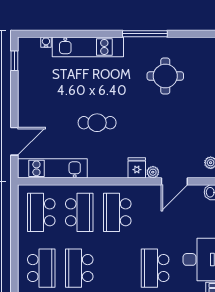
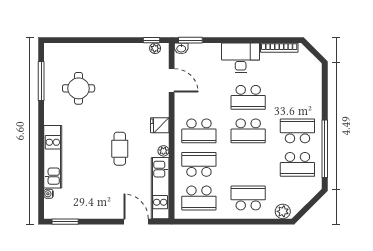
window: (145, 34) -> (41, 81), moved
window: (14, 61) -> (65, 222), width x1.50
fridge: (137, 168) -> (160, 125), moved
plant: (153, 172) -> (163, 151), moved
school desk: (79, 268) -> (248, 131), moved

